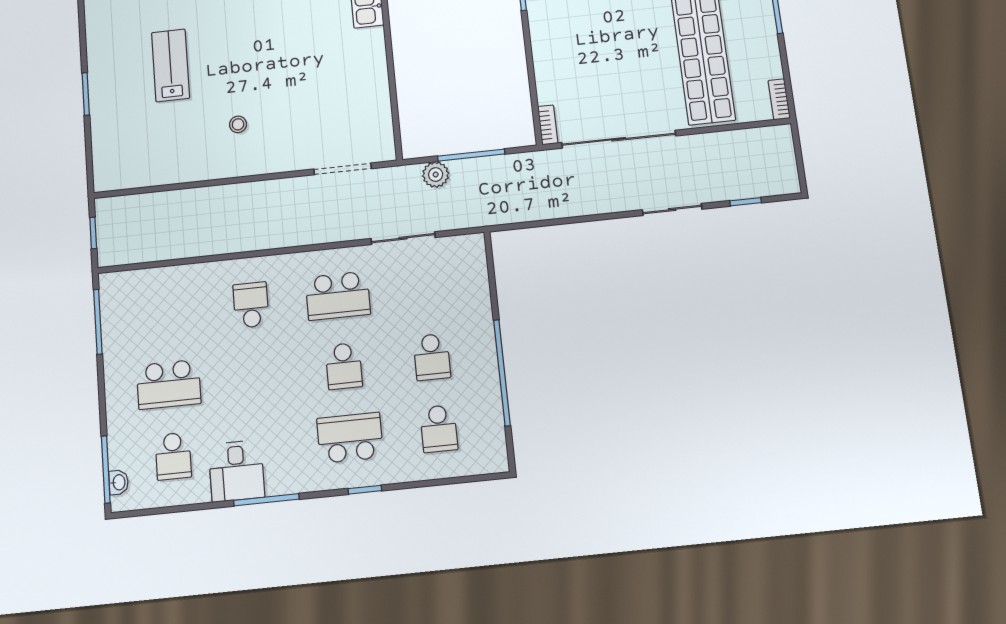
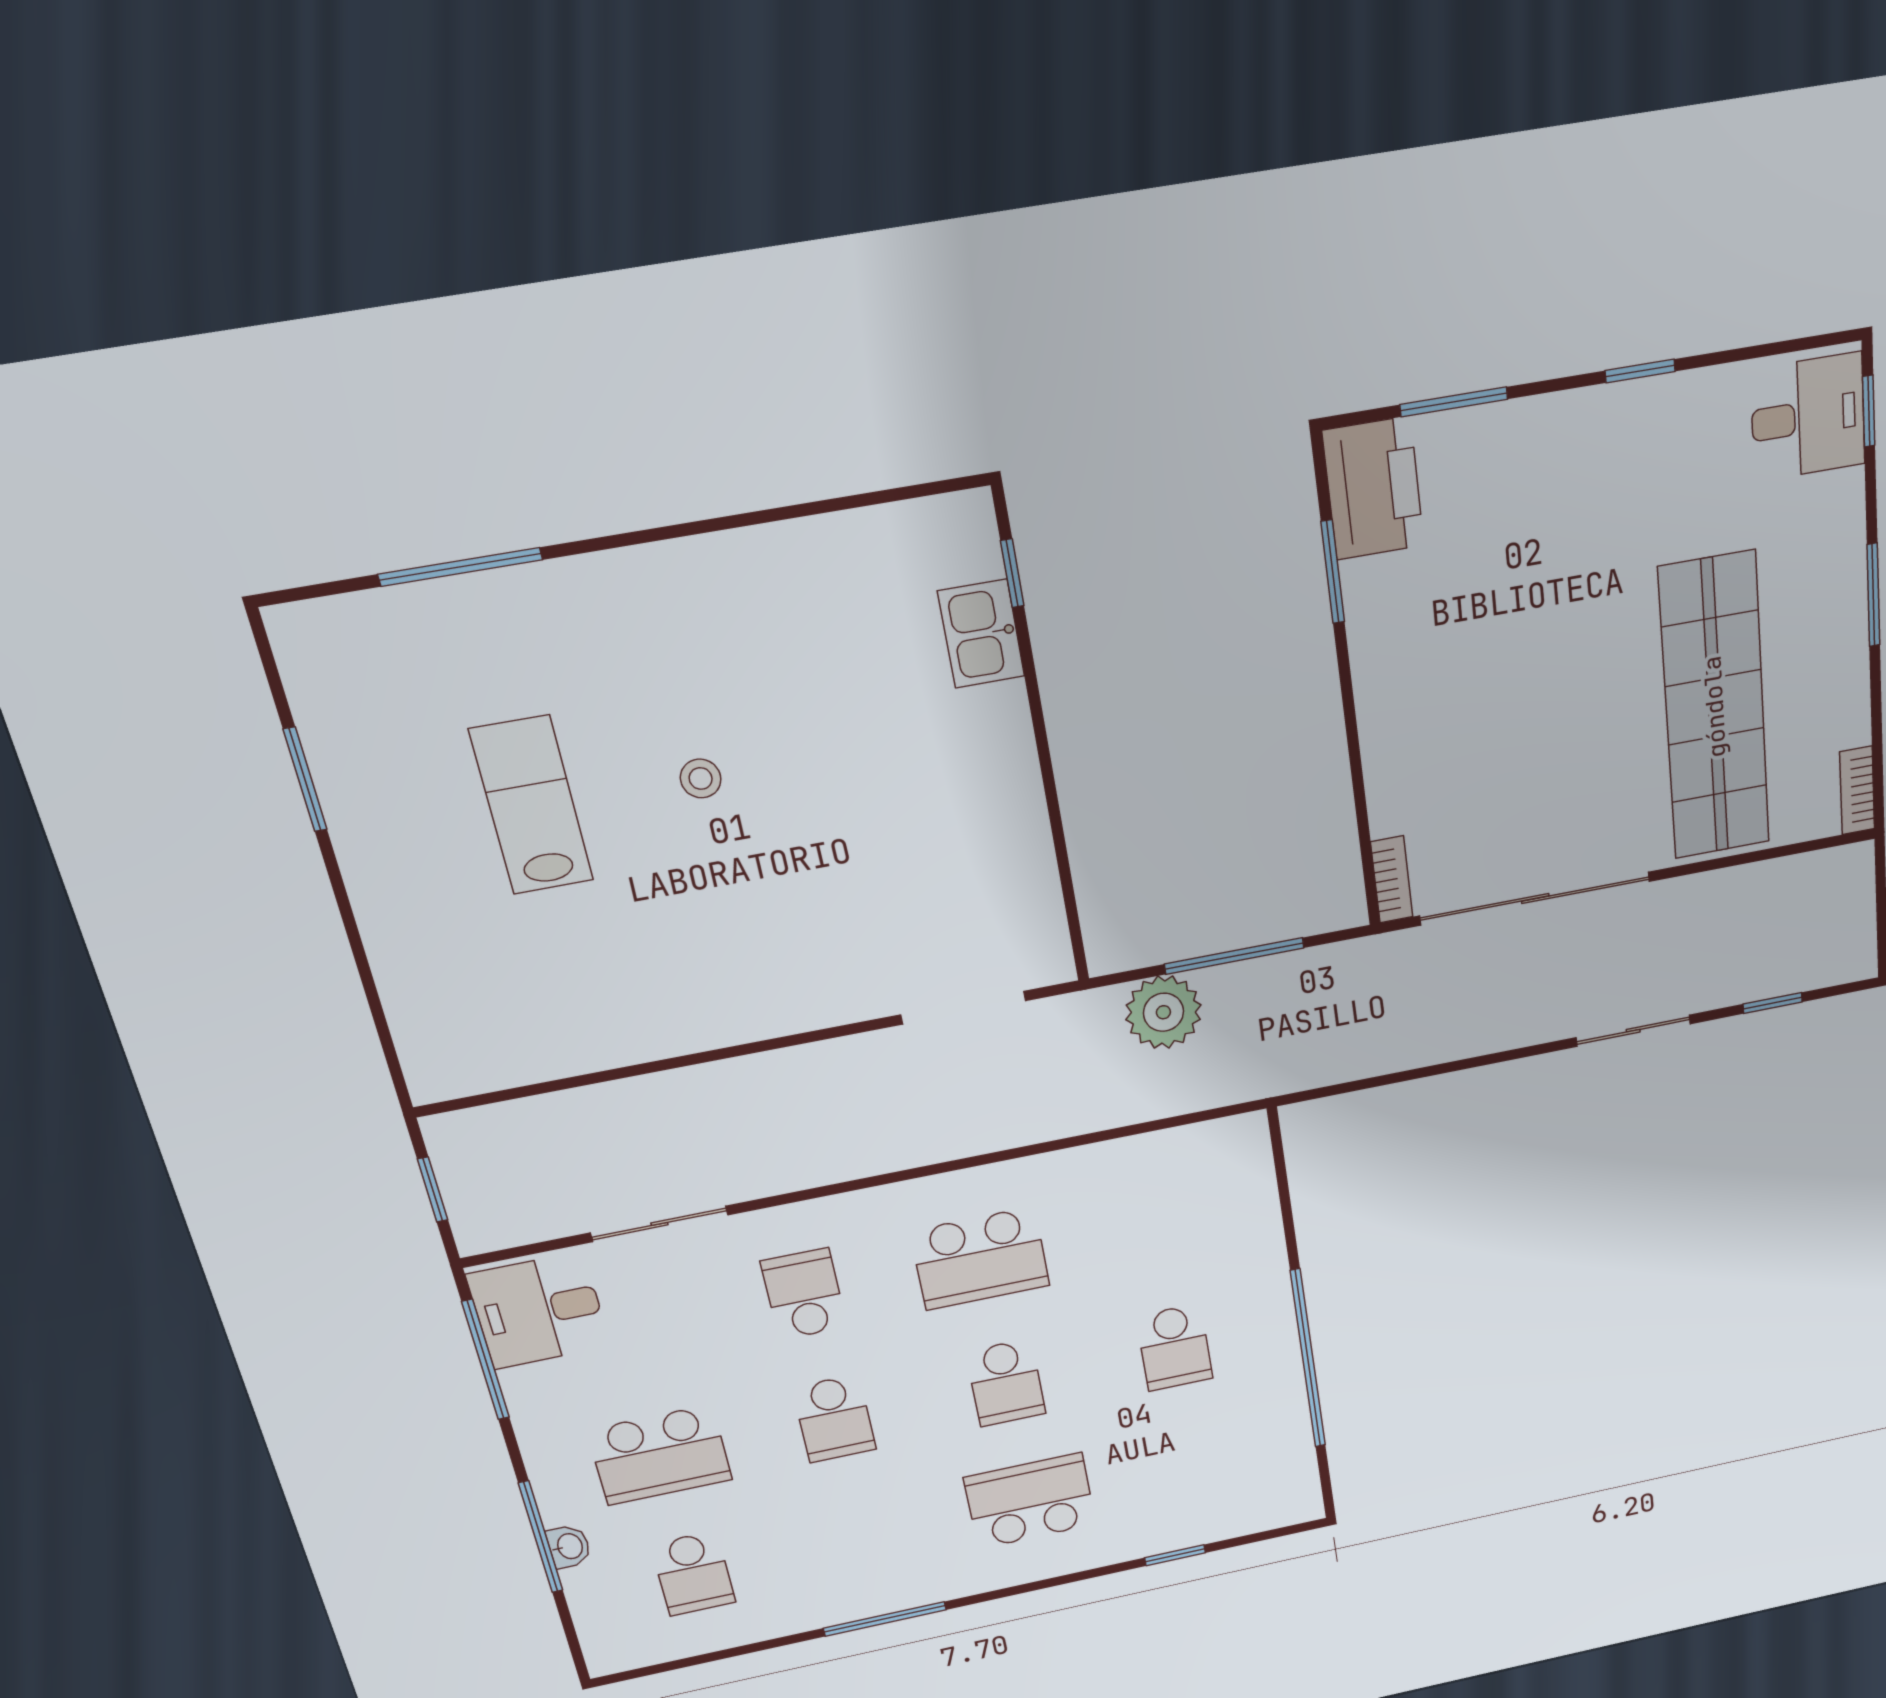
window: (86, 94) -> (305, 779), moved
stool: (238, 124) -> (701, 778), moved
plant: (436, 175) -> (1163, 1012), width x1.36, depth x1.36
sliding door: (403, 238) -> (659, 1224), moved
school desk: (439, 429) -> (834, 1419), moved
window: (106, 469) -> (541, 1537), moved
desk: (237, 471) -> (539, 1311), moved, turned 90
washbasin: (119, 482) -> (569, 1546), moved
window: (365, 490) -> (1175, 1555), moved

